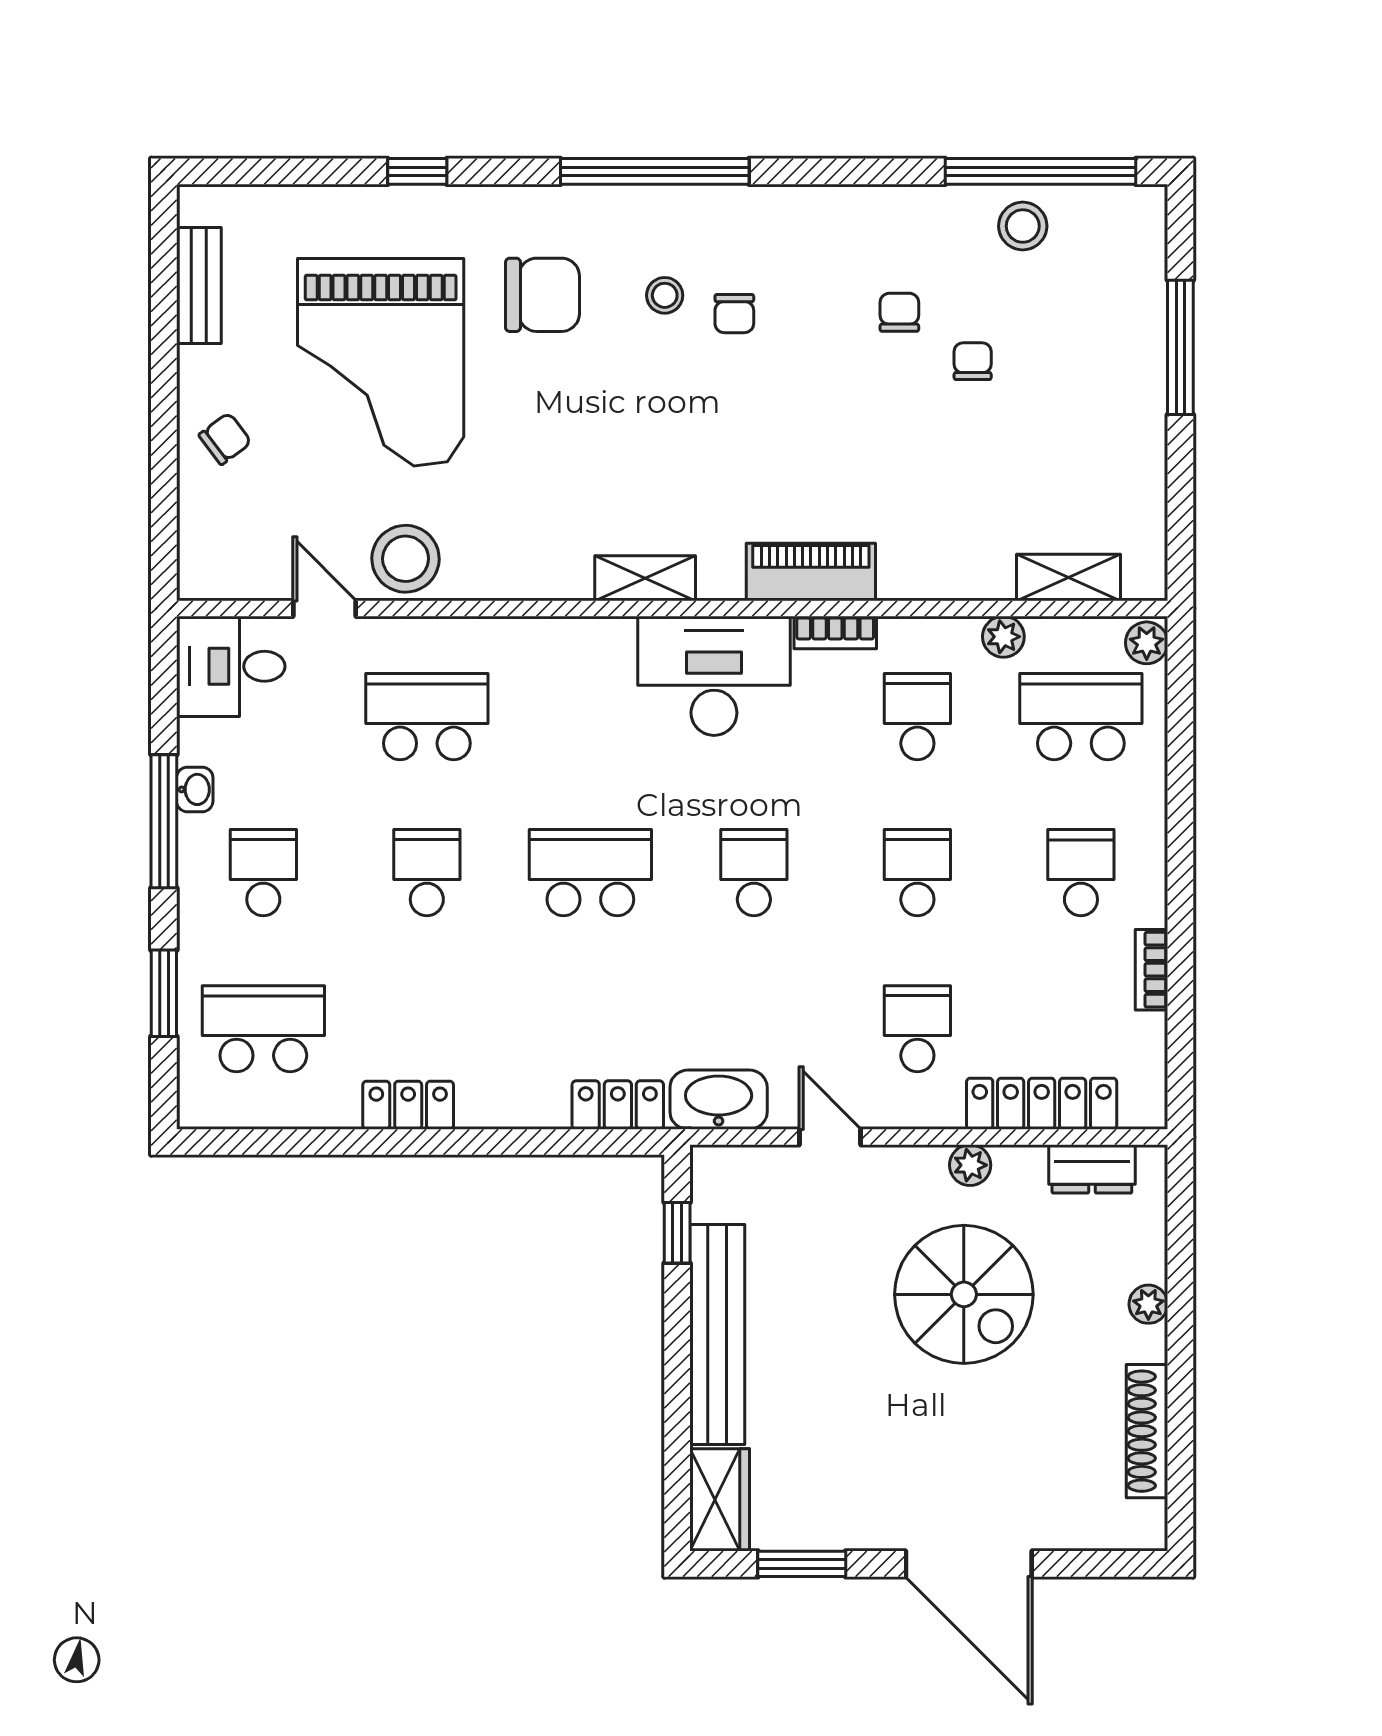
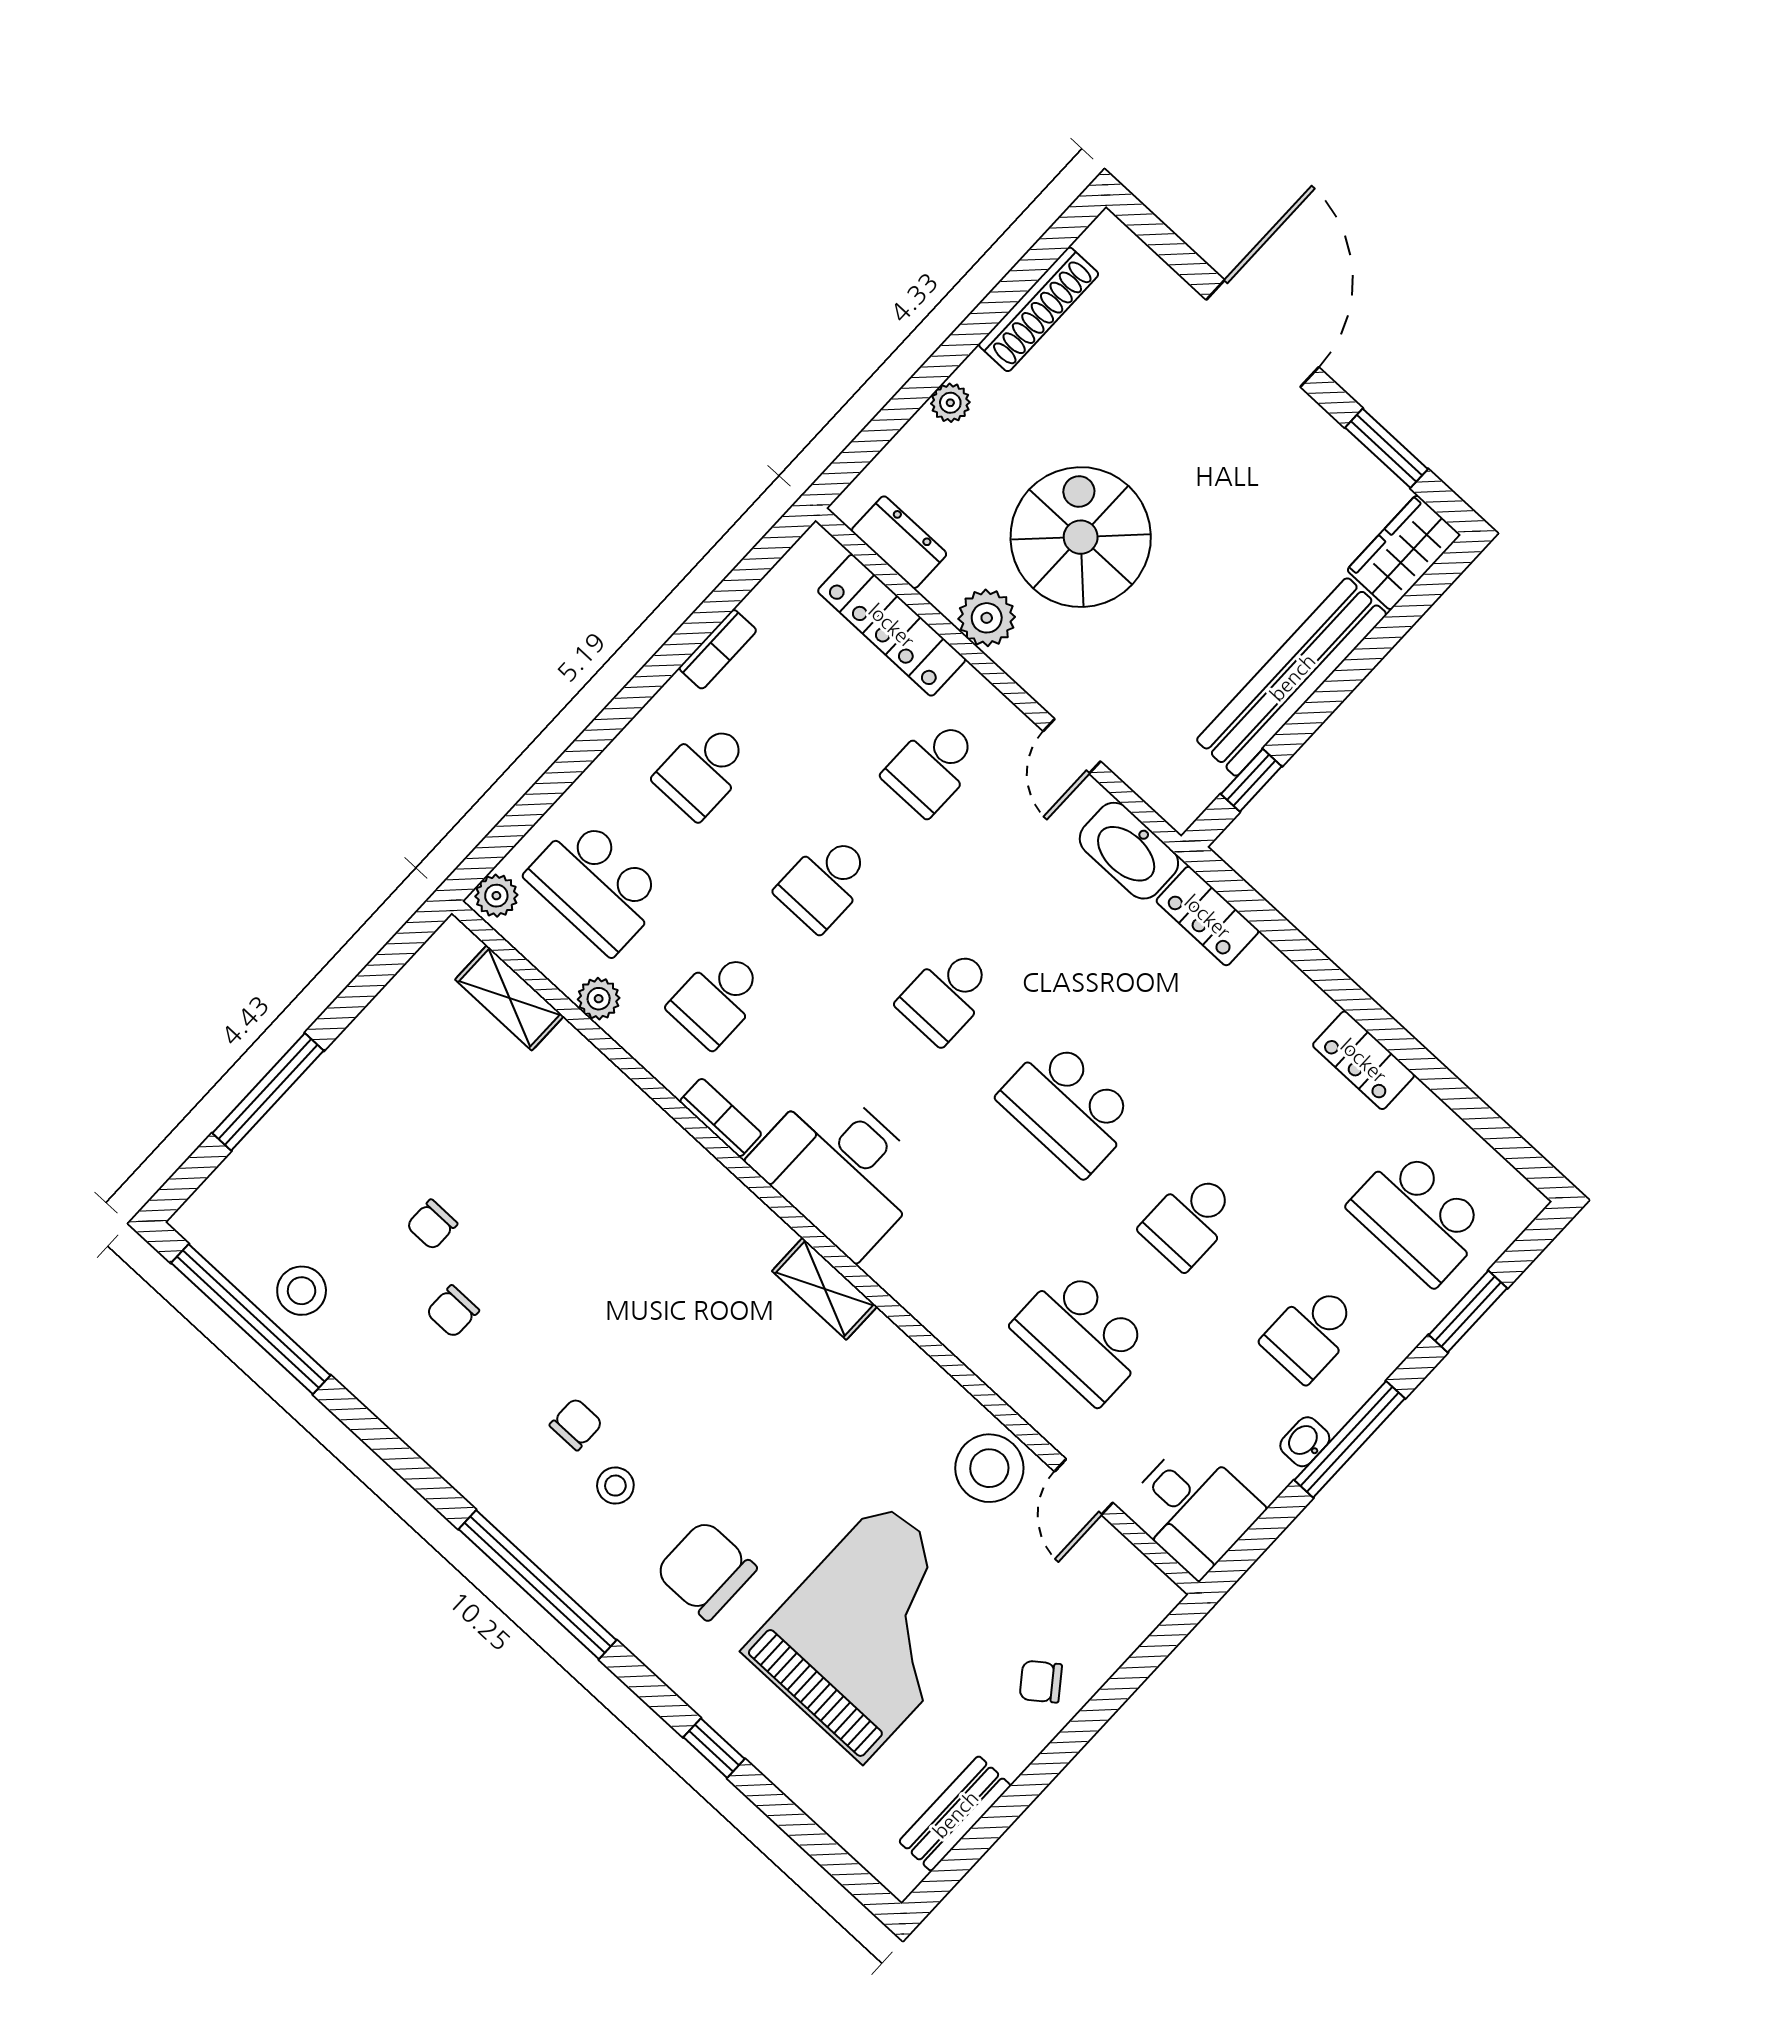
piano: (811, 572) -> (697, 1179), removed
plant: (970, 1165) -> (987, 618), width x1.38, depth x1.38

